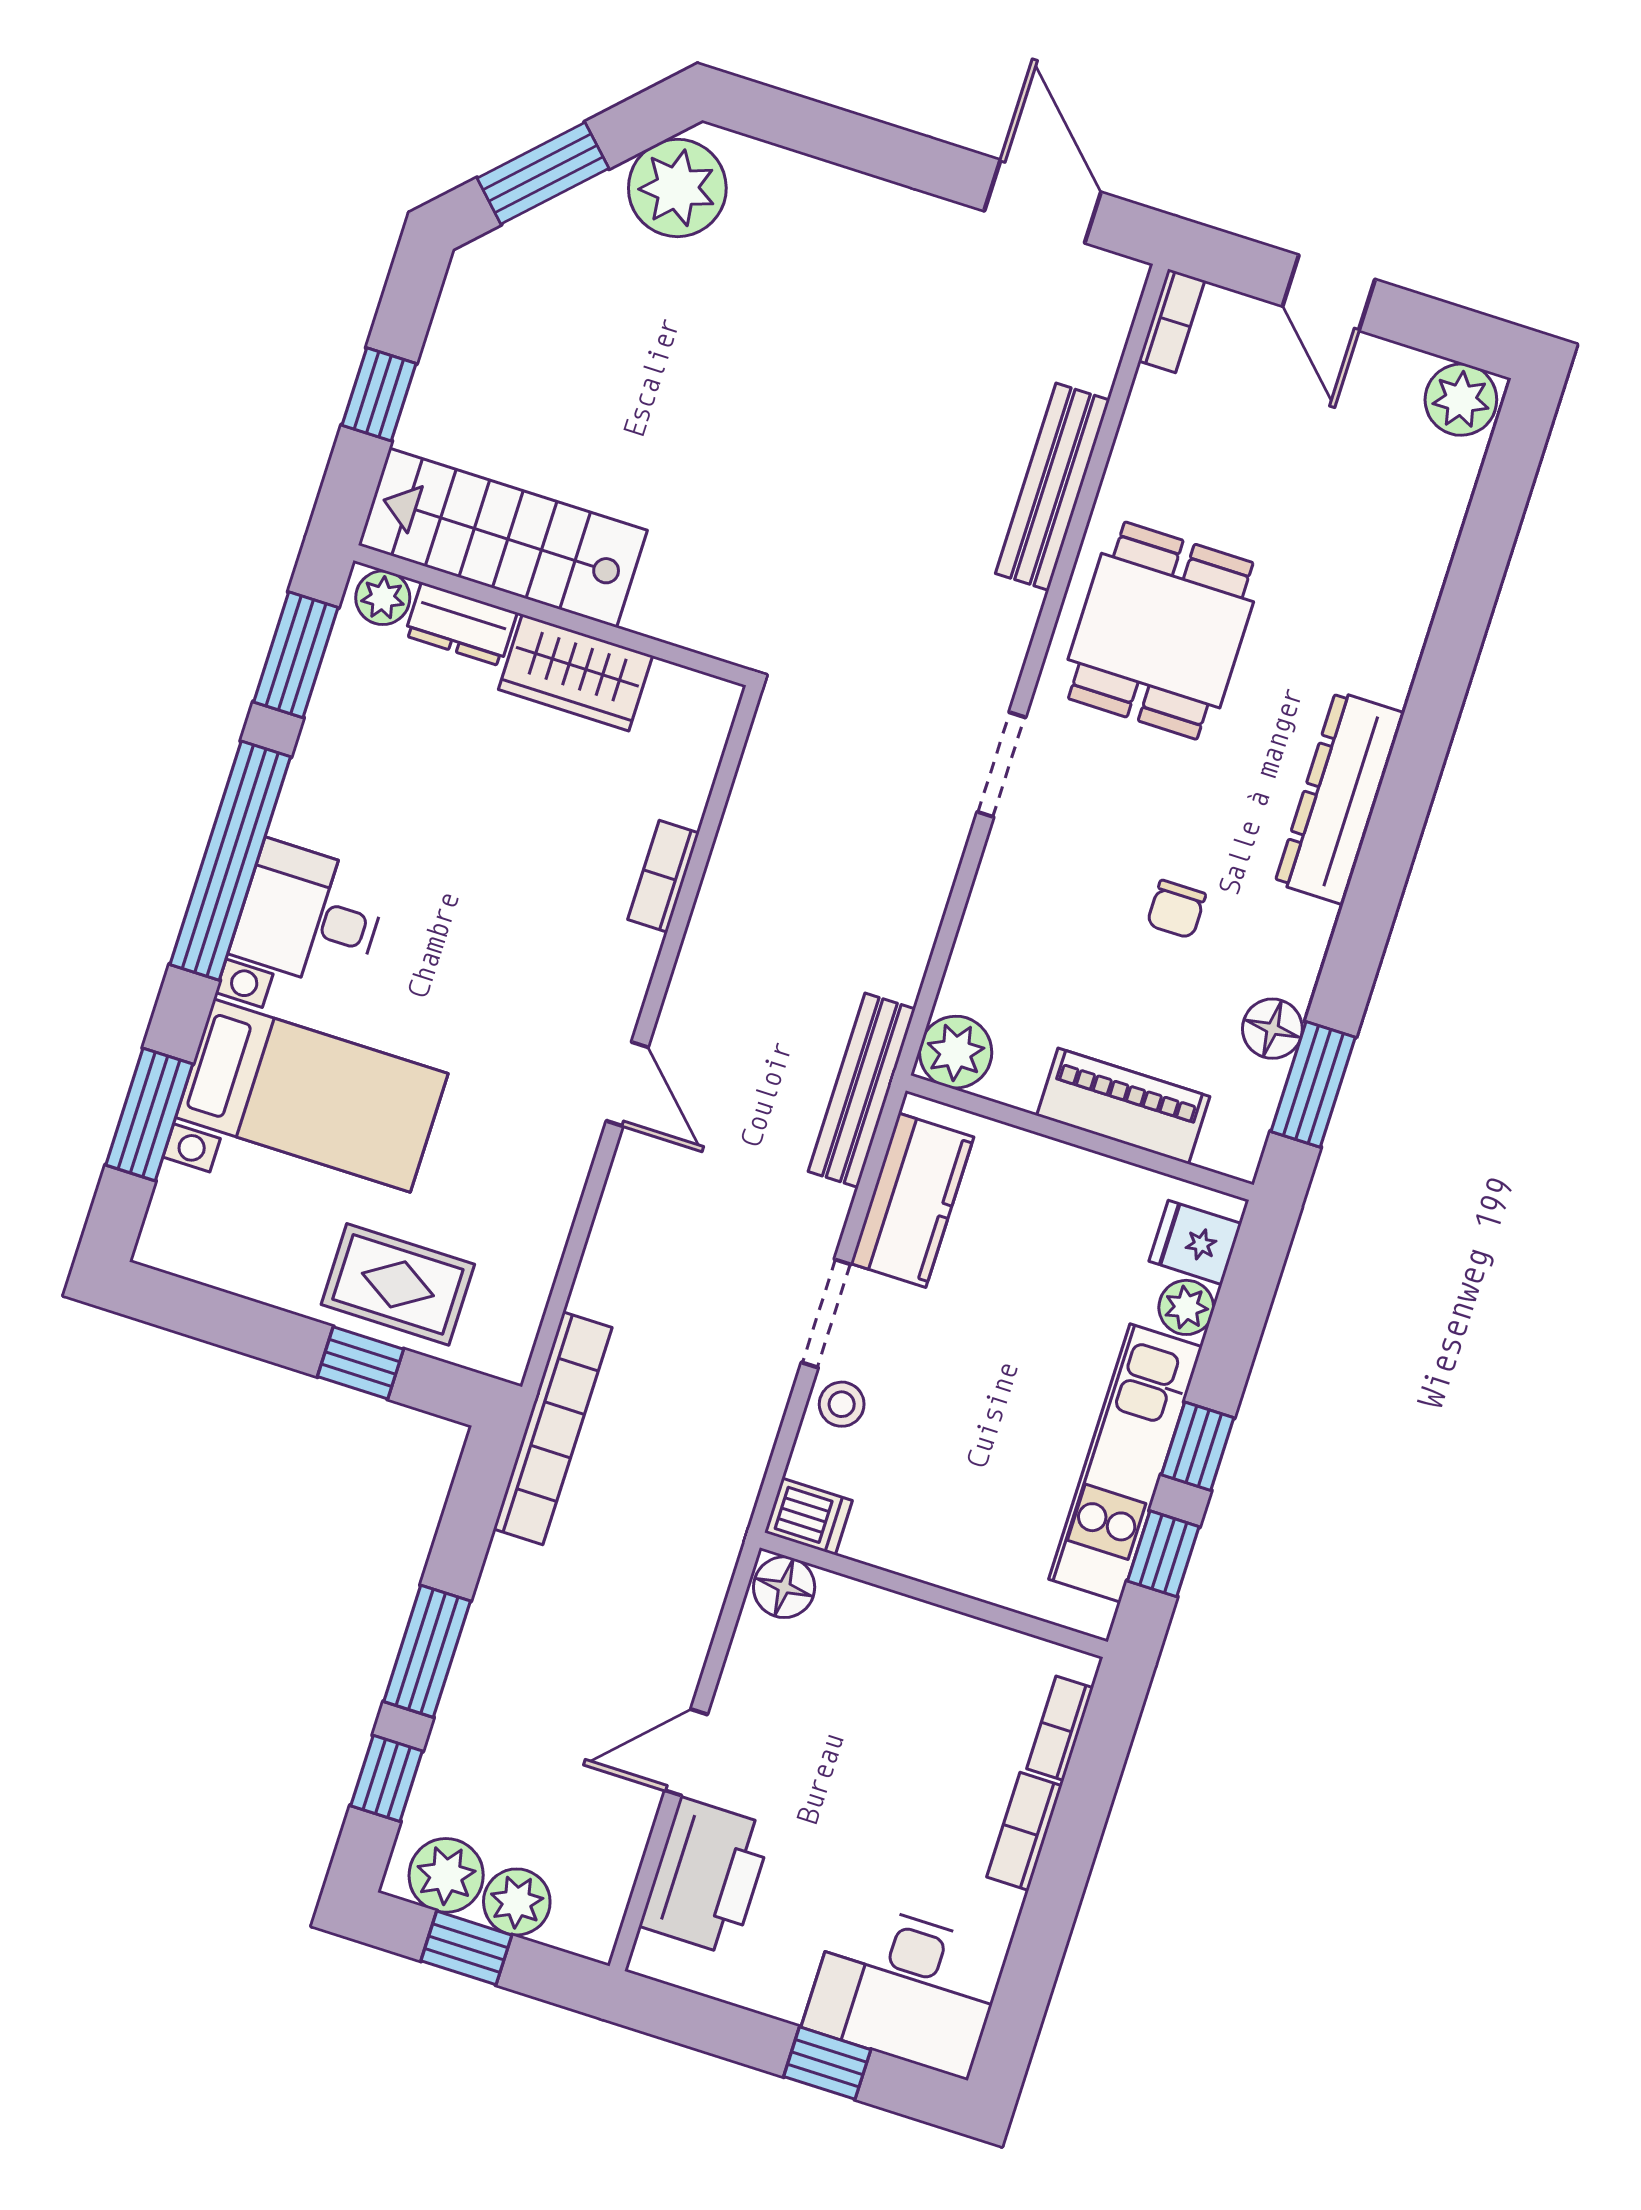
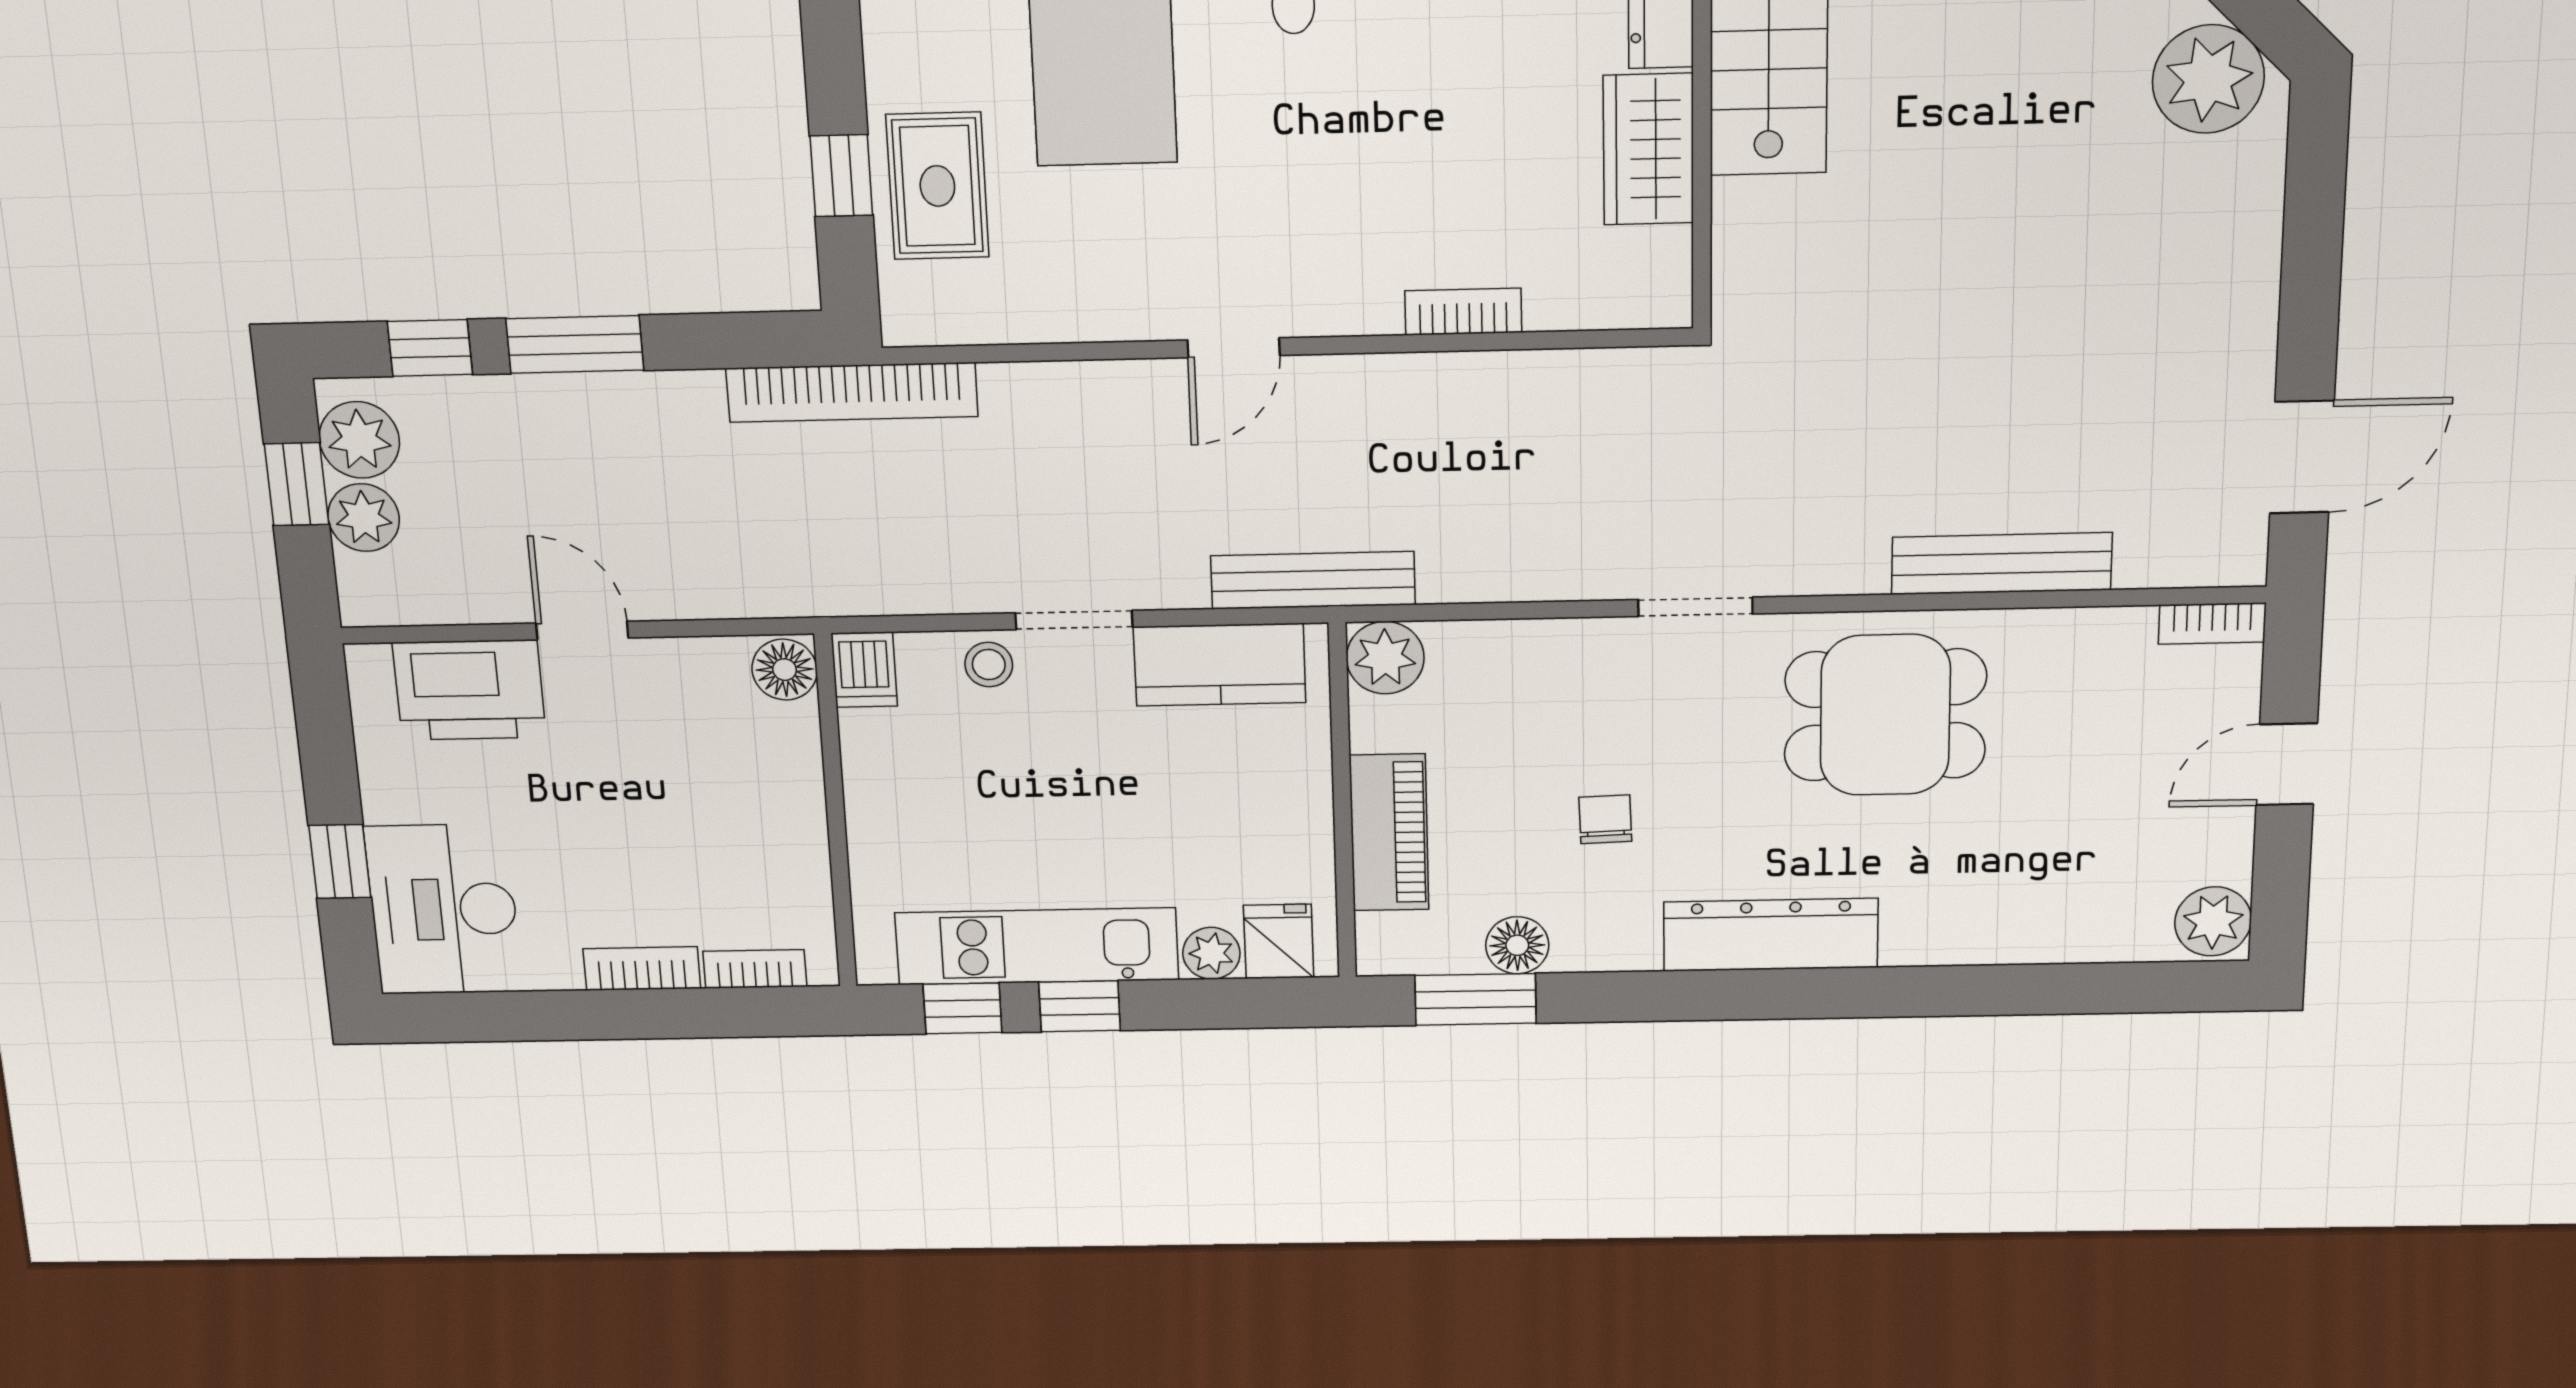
chair: (1176, 909) -> (1605, 819), turned 88

